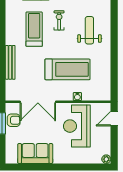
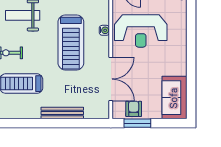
treadmill: (67, 69) -> (71, 42), turned 180
sofa: (35, 154) -> (175, 98), moved

